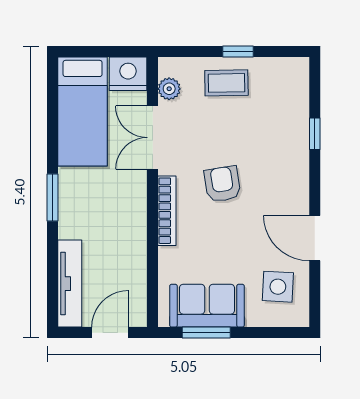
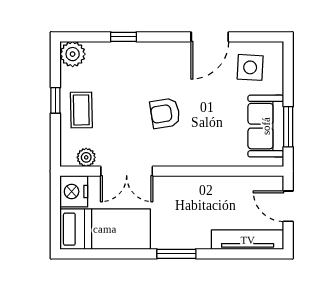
plant: (294, 72) -> (73, 54), added
bookcase: (167, 211) -> (187, 159), removed

